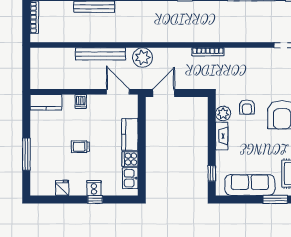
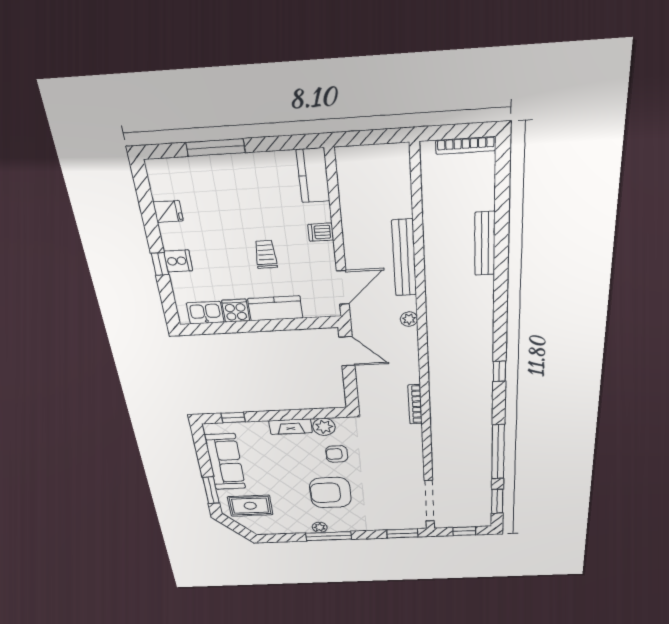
plant: (143, 57) -> (409, 319), width x0.53, depth x0.53
trolley: (80, 147) -> (266, 254), moved

